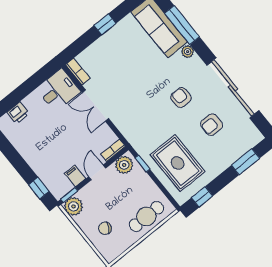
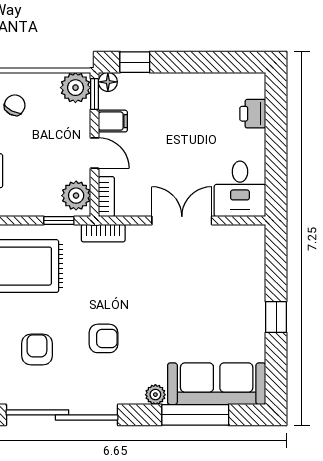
bookcase: (78, 72) -> (103, 233), moved
floor lamp: (58, 193) -> (108, 82), added

